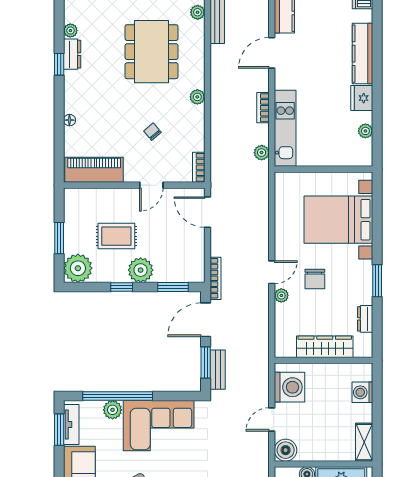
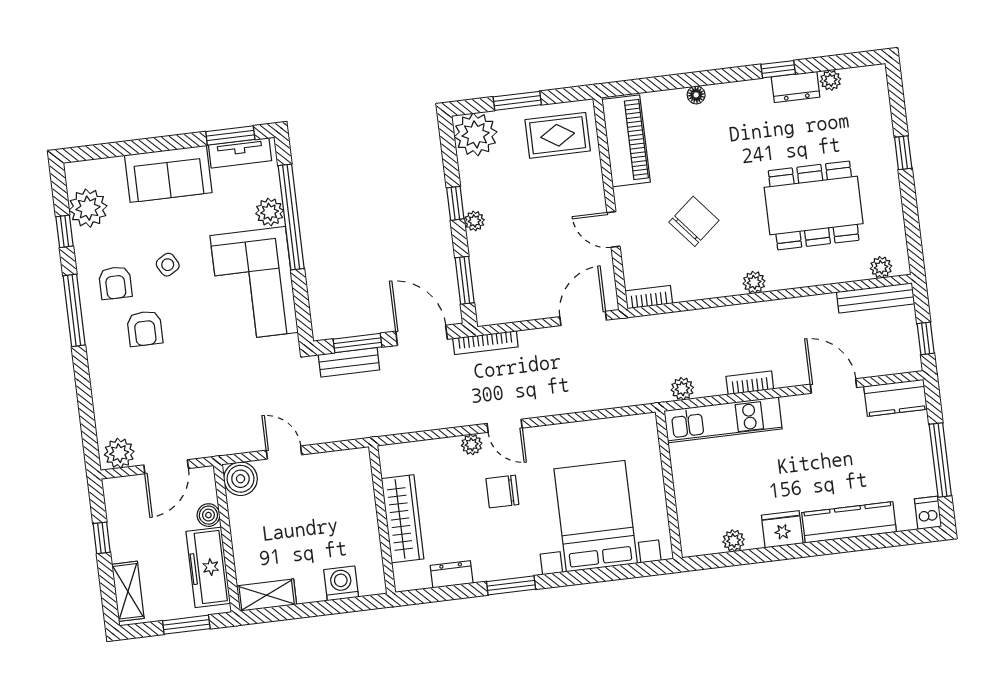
chair: (152, 132) -> (694, 221), width x1.87, depth x1.87
rug: (116, 236) -> (558, 135), moved, turned 90
plant: (141, 270) -> (474, 221), width x0.53, depth x0.53
washing machine: (289, 387) -> (336, 473), removed

